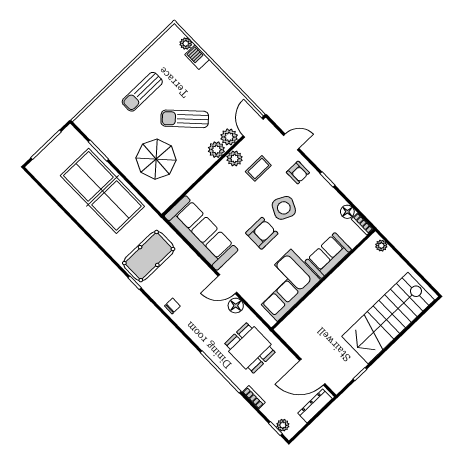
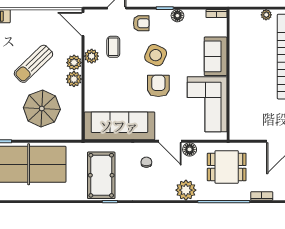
plant: (229, 137) -> (74, 79), moved
floor lamp: (347, 212) -> (177, 16), moved
plant: (381, 246) -> (266, 15), moved
door: (227, 284) -> (170, 141), hinge flipped
chair: (172, 306) -> (146, 162), moved
plant: (201, 333) -> (186, 190), added

